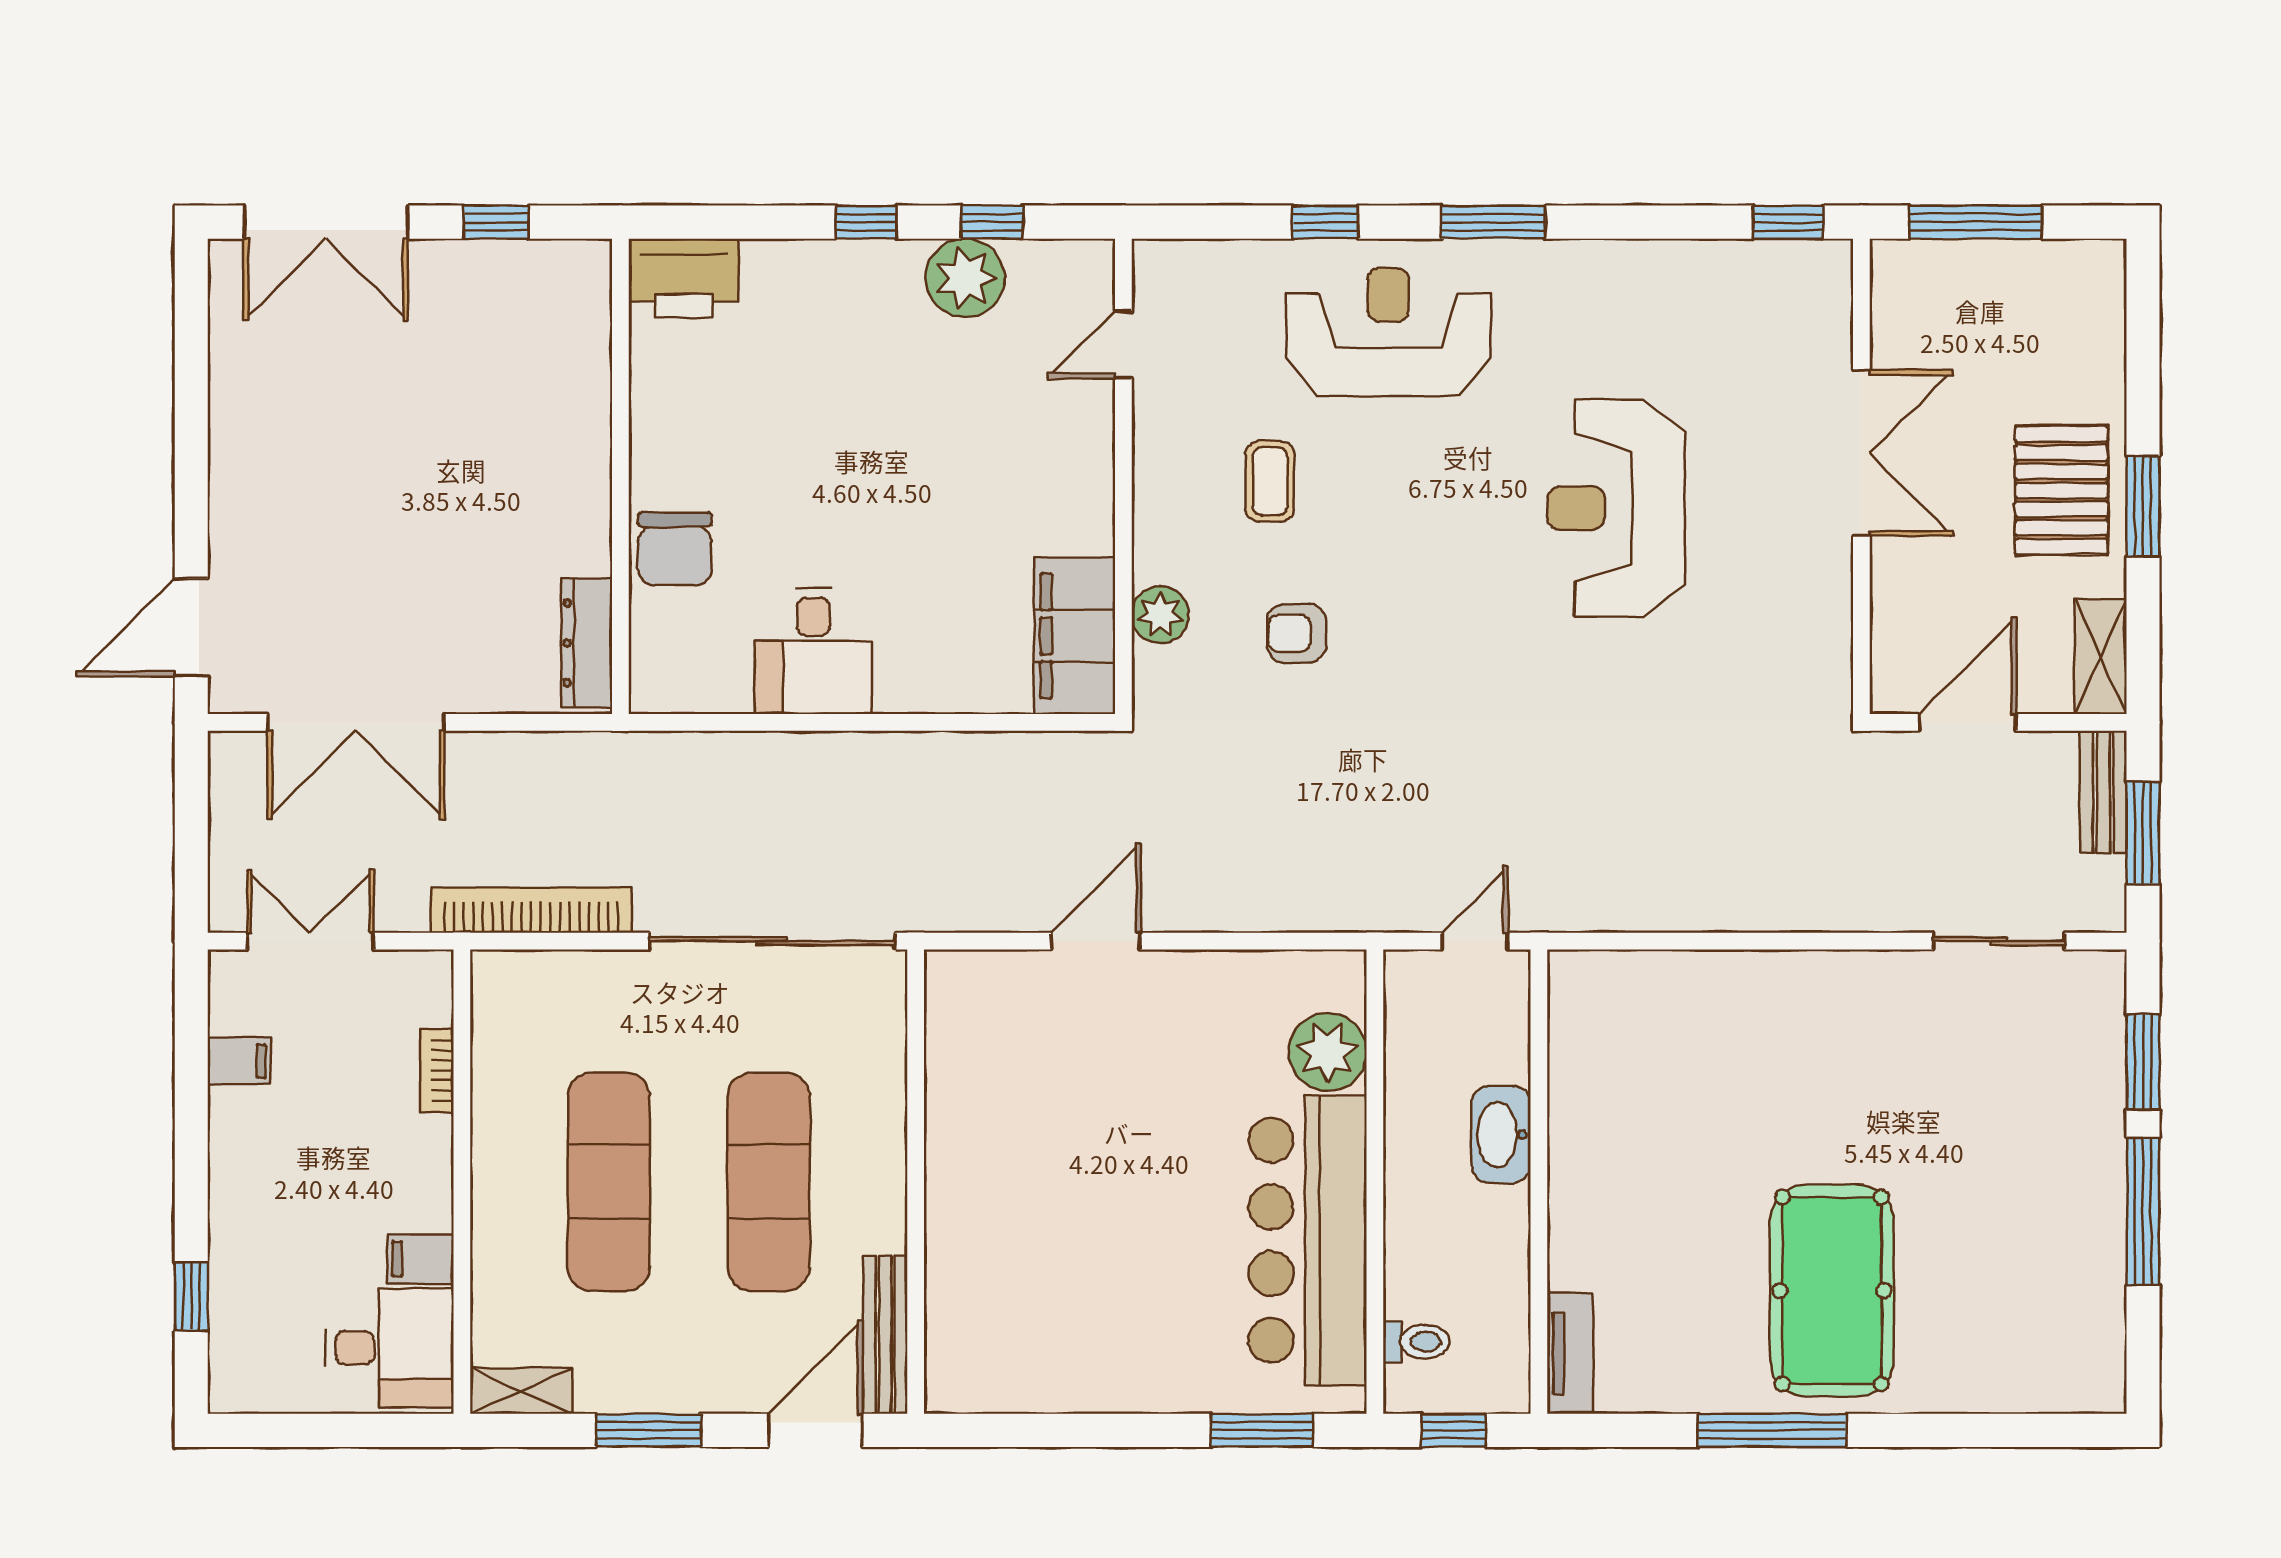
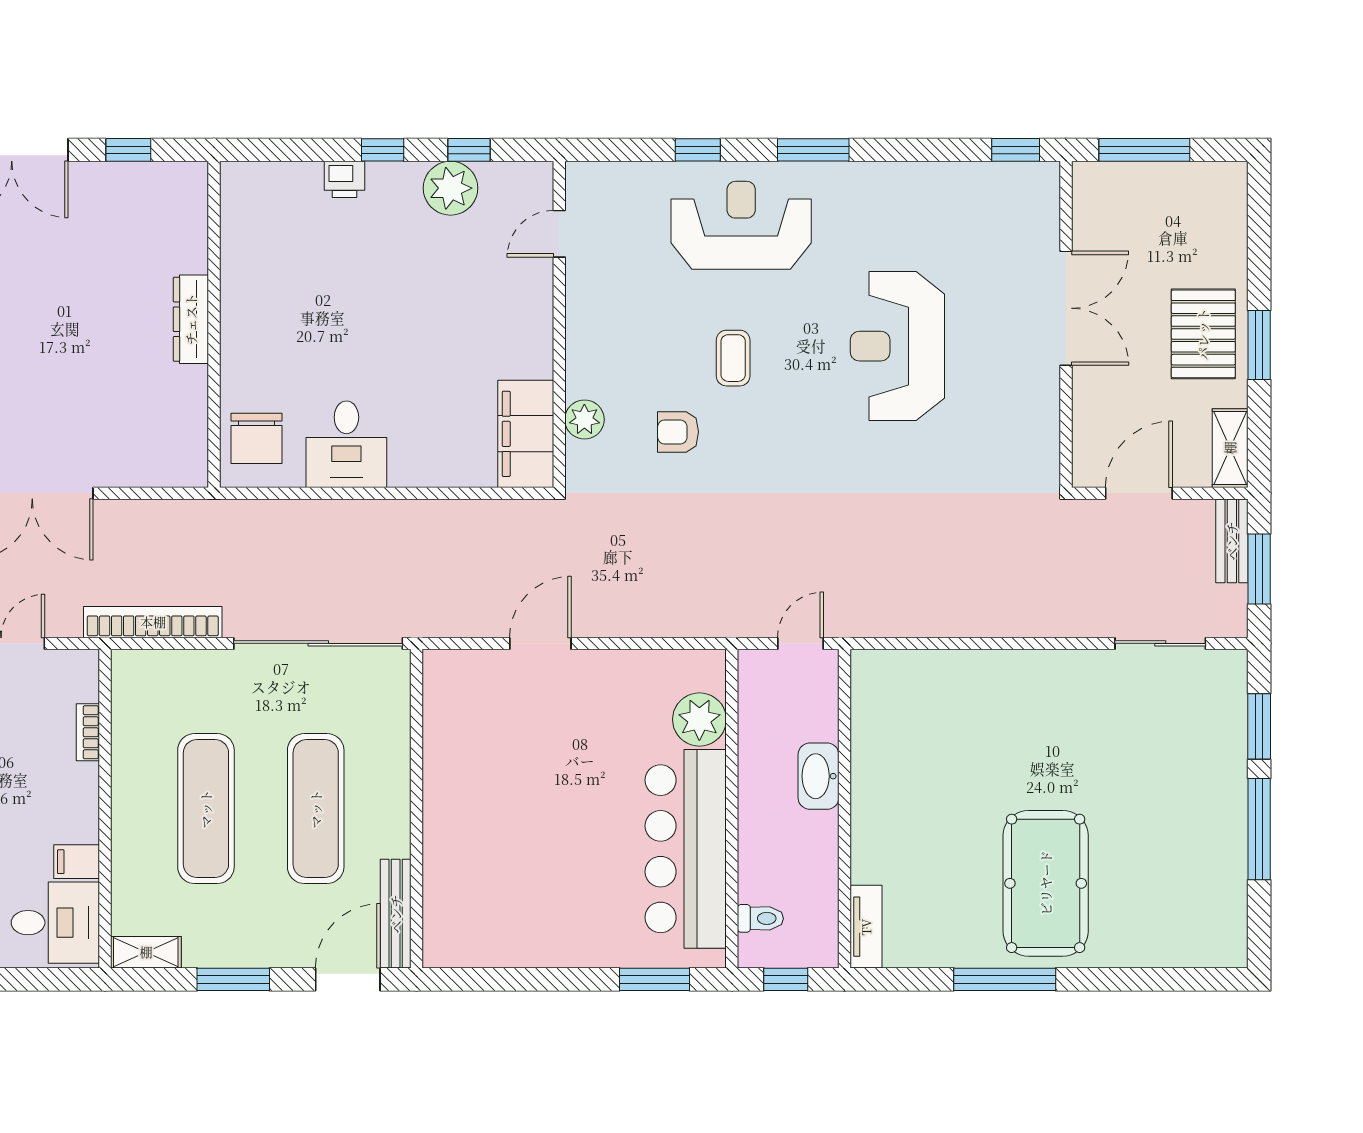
printer: (684, 278) -> (345, 179), moved, width x0.53, depth x0.68
coffee table: (1270, 481) -> (733, 358), moved
chair: (675, 549) -> (256, 438), moved
dresser: (587, 643) -> (191, 319), moved

